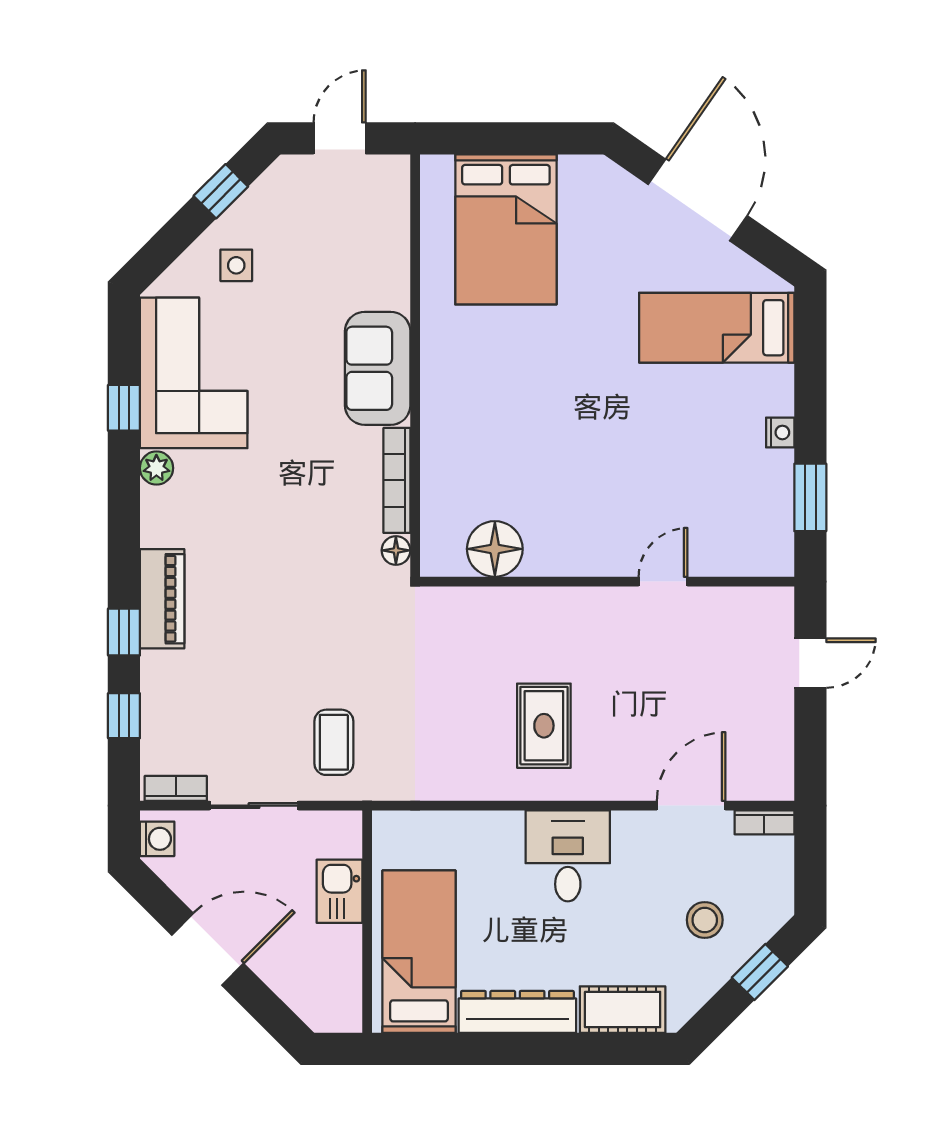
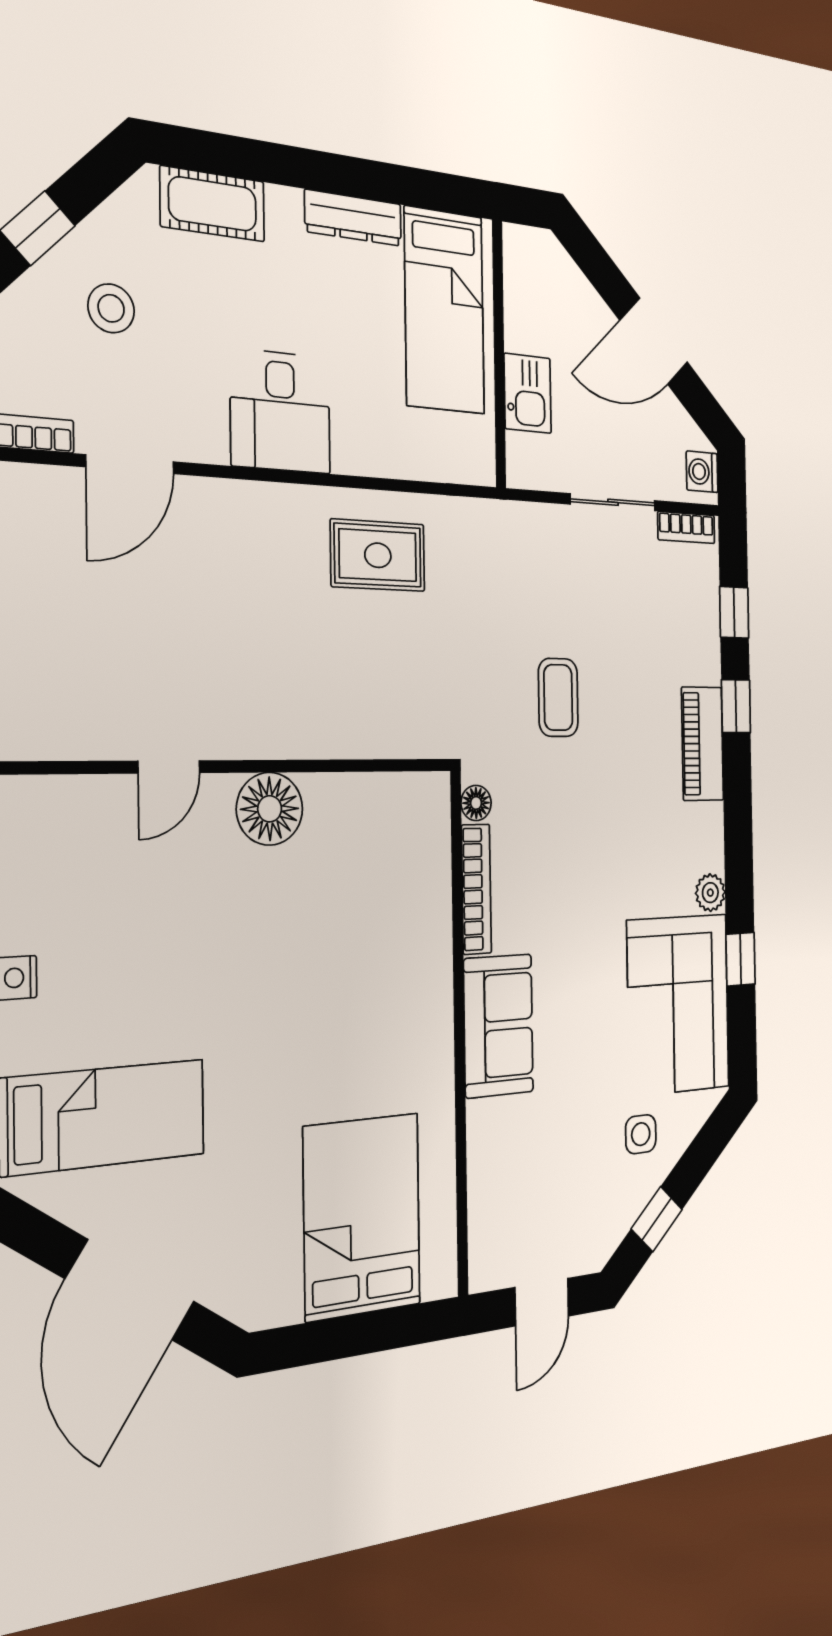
floor lamp: (495, 549) -> (270, 809), moved
rug: (544, 726) -> (378, 555), moved, turned 90
coffee table: (334, 742) -> (558, 697), moved
dresser: (517, 1012) -> (353, 218), width x0.73, depth x0.80

